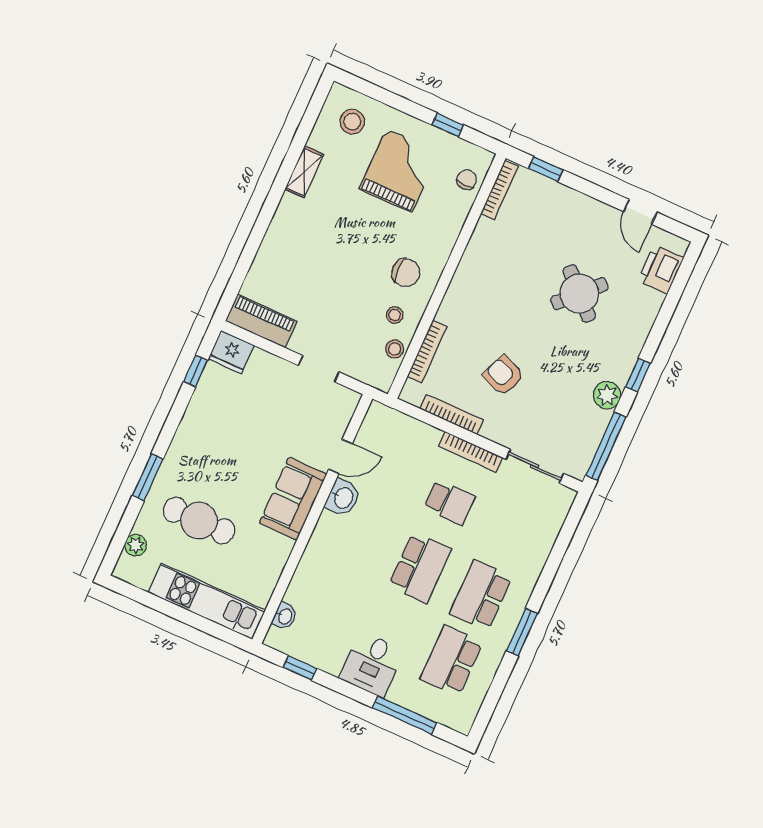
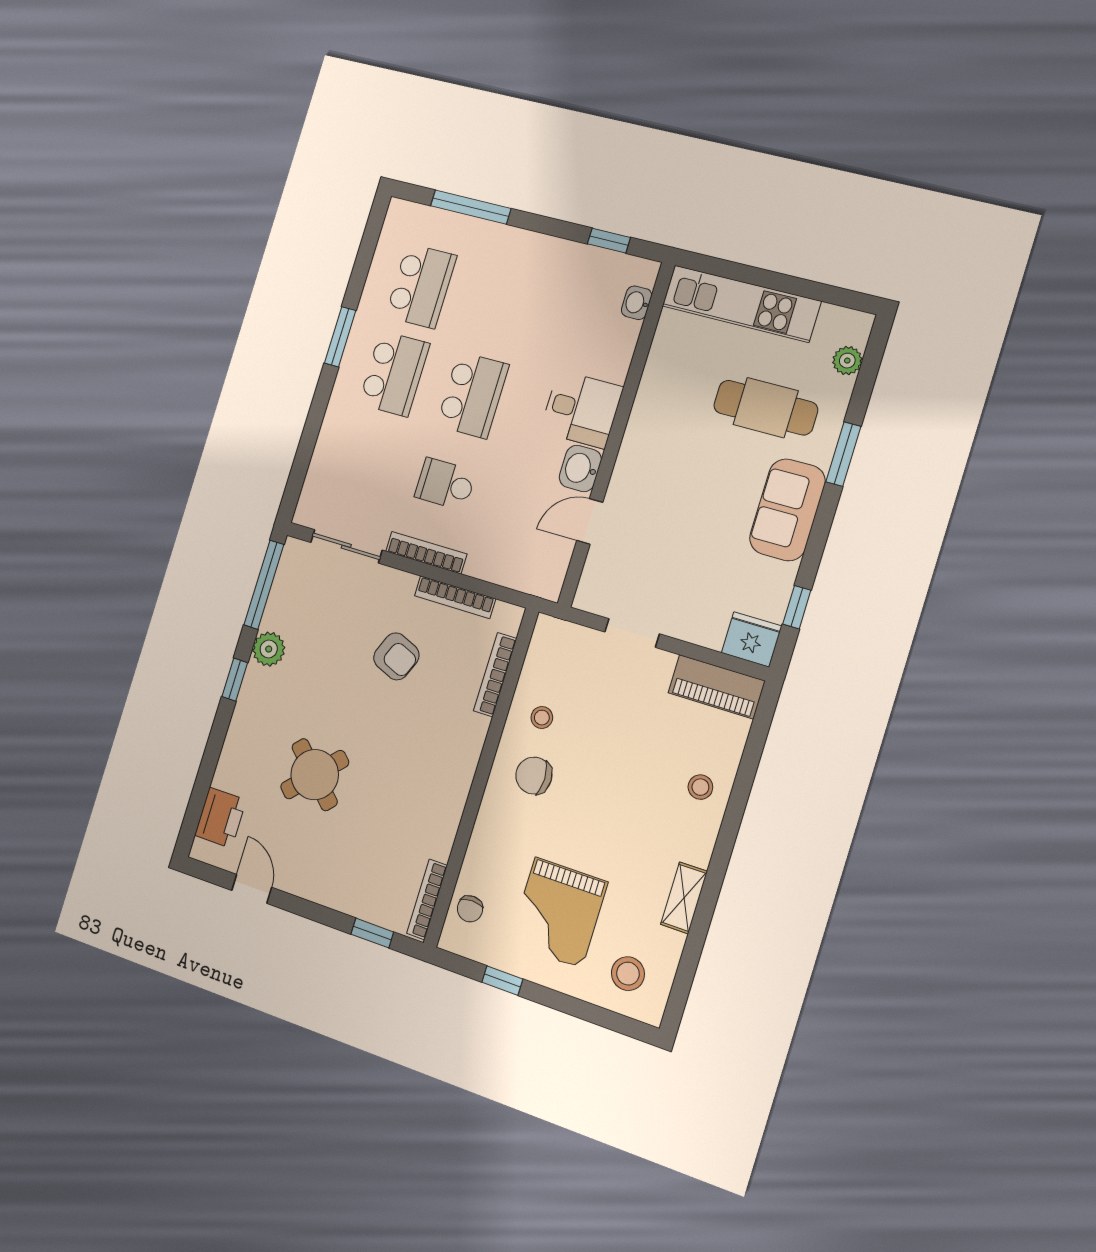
stool: (395, 349) -> (700, 787), moved
sofa: (293, 499) -> (787, 510), moved, turned 180
school desk: (420, 568) -> (473, 395), turned 180
desk: (372, 664) -> (581, 409), moved, turned 90

